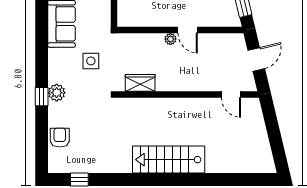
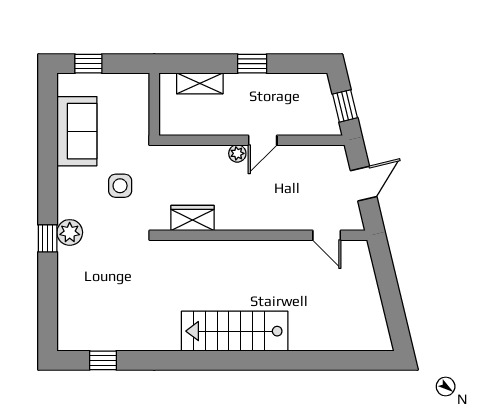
door: (188, 30) -> (263, 140), hinge flipped
armchair: (60, 138) -> (74, 299), removed

